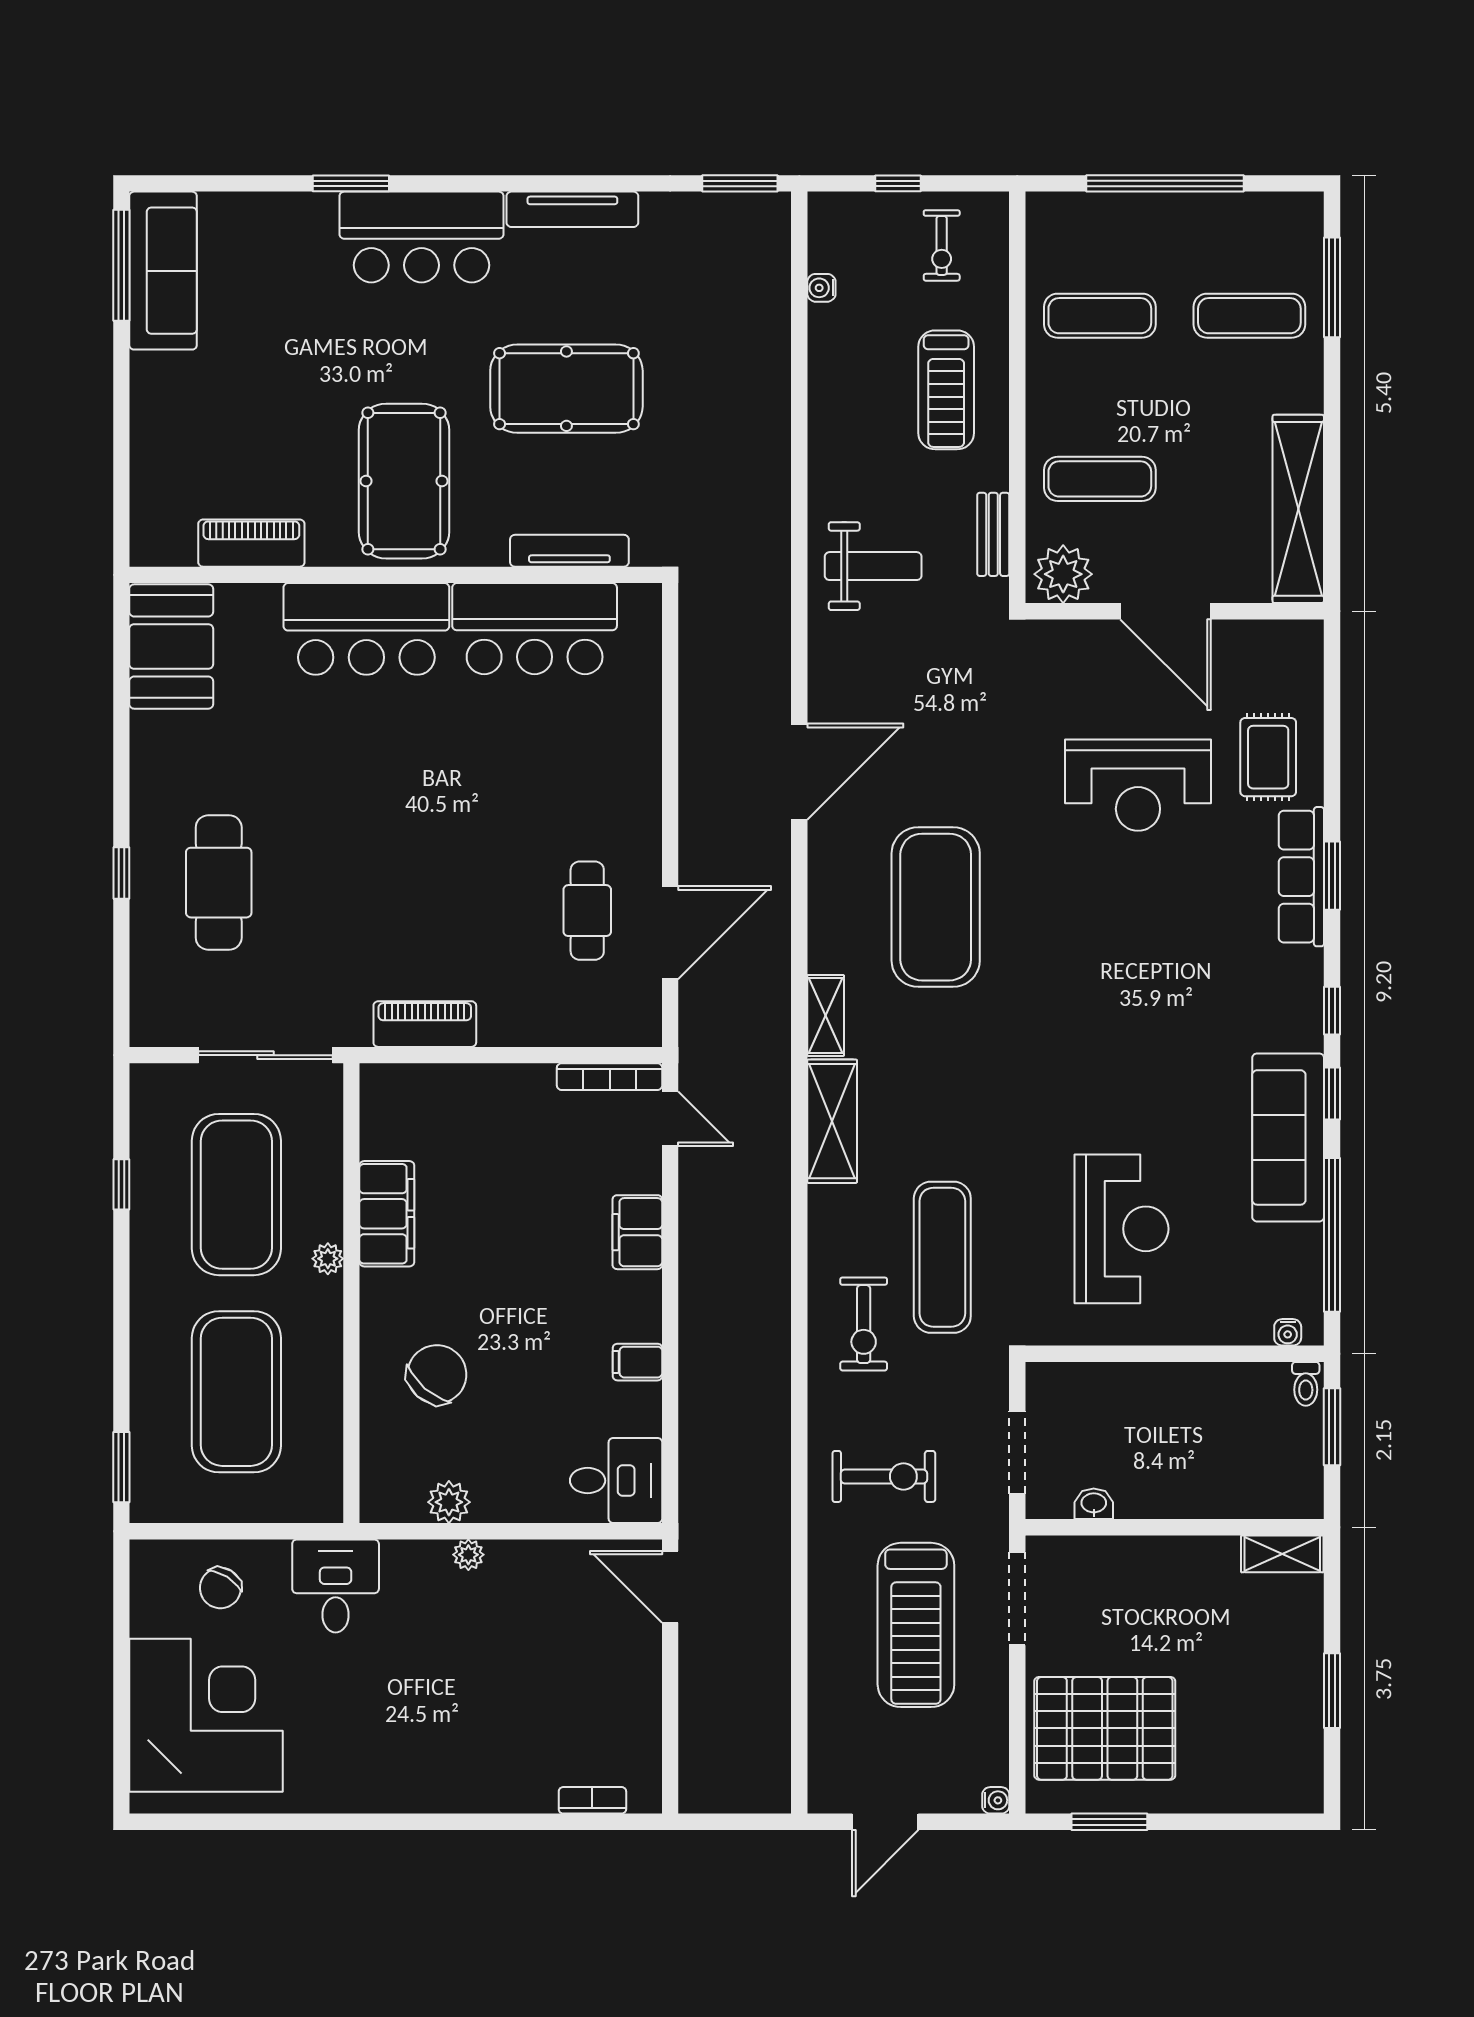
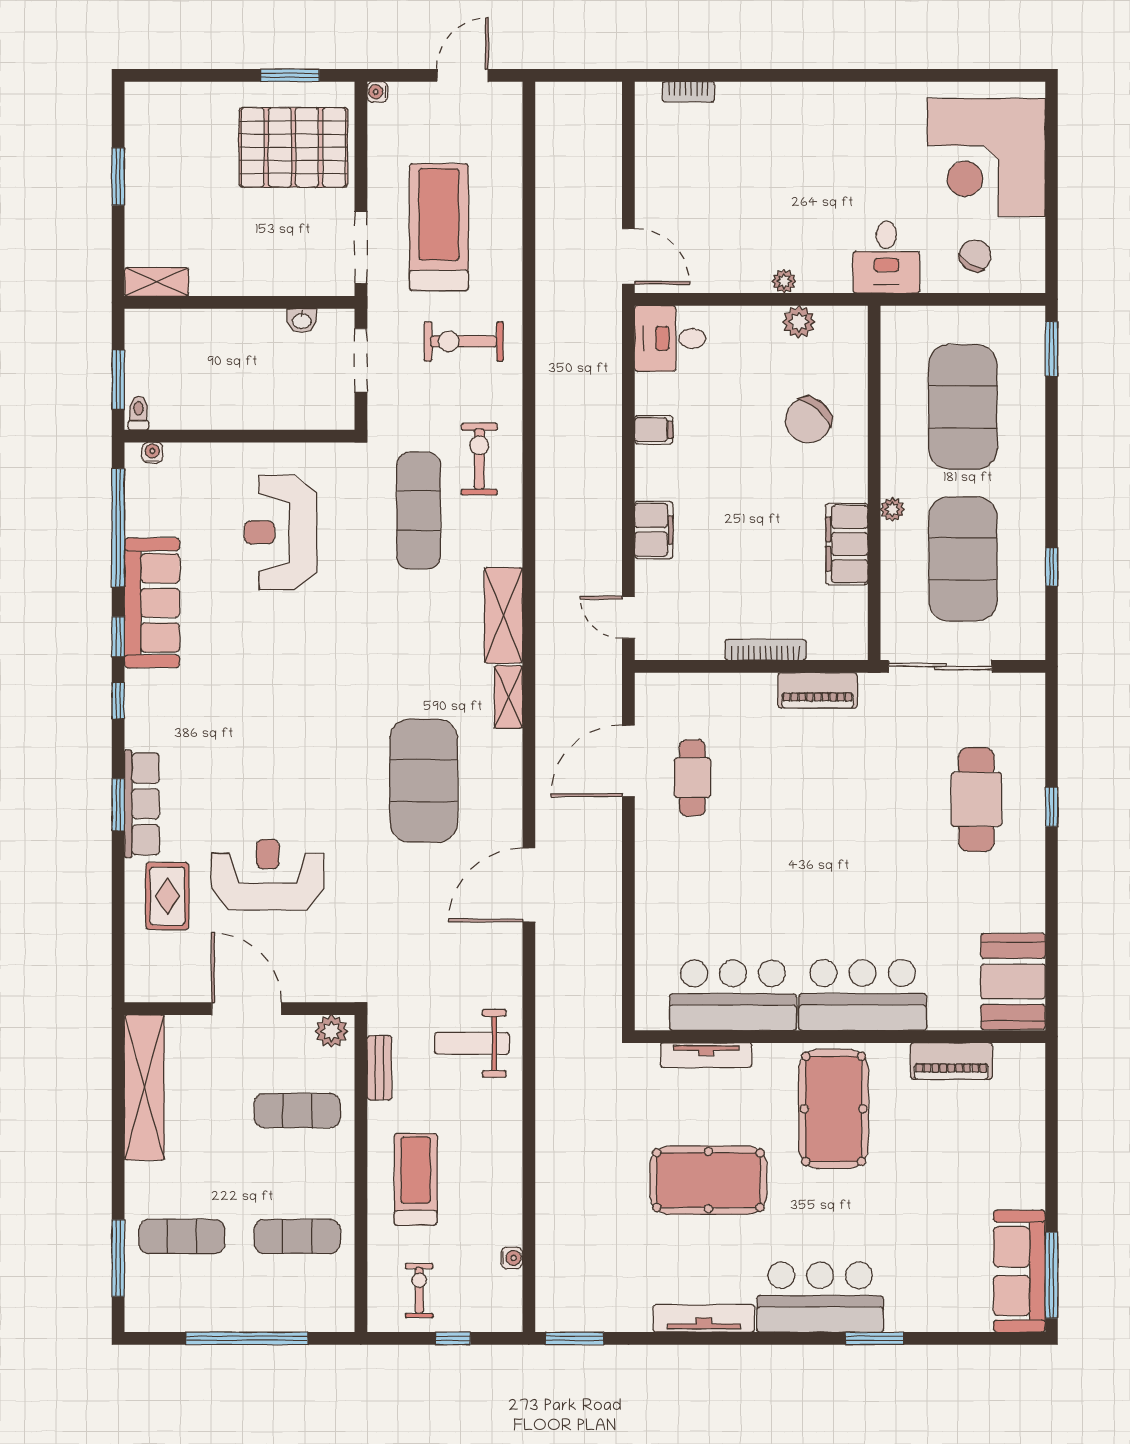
plant: (1063, 574) -> (331, 1031), width x0.73, depth x0.73
bookcase: (610, 1077) -> (766, 650), moved

